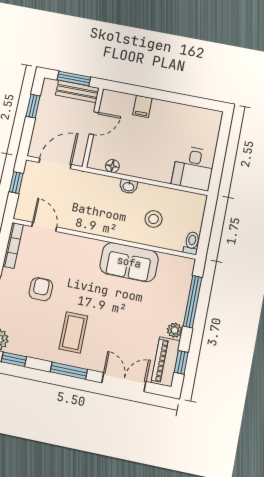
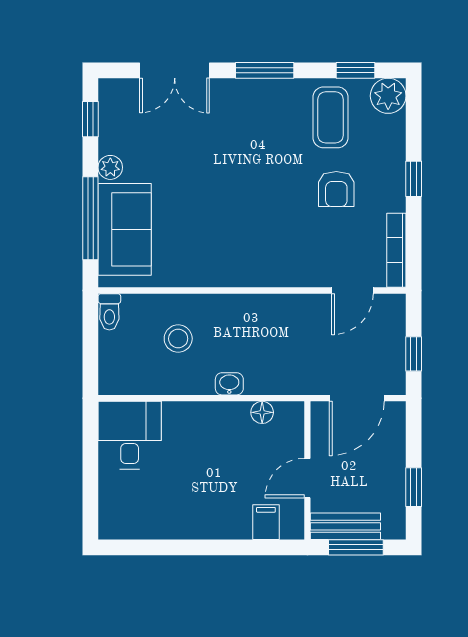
filing cabinet: (142, 106) -> (266, 522), moved
door: (44, 227) -> (352, 290), hinge flipped
sofa: (129, 262) -> (125, 229), moved, turned 90
coffee table: (73, 332) -> (331, 117), moved
piano: (166, 362) -> (115, 115), removed

